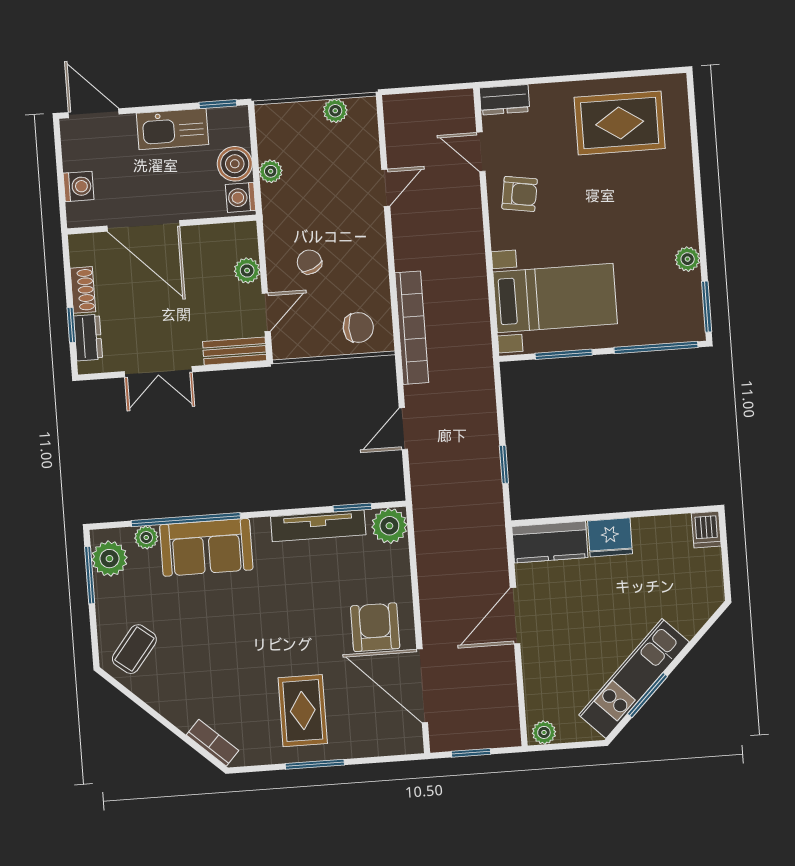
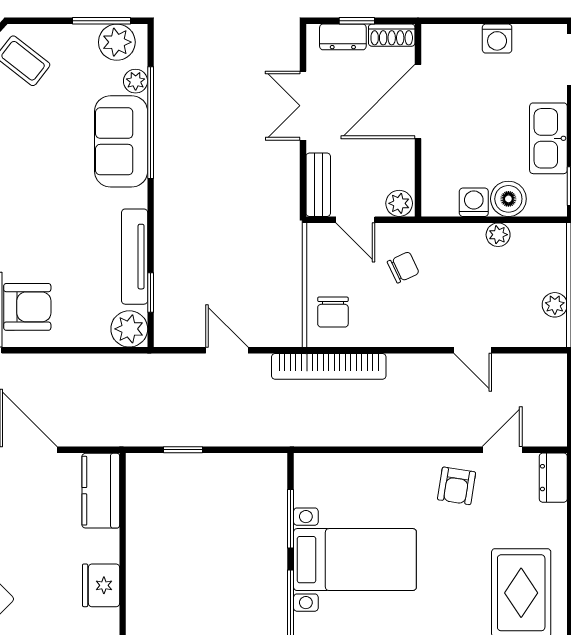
wall: (162, 225) -> (418, 120), moved
door: (143, 226) -> (418, 102), moved
bed with nightstands: (555, 298) -> (355, 560), moved, turned -90
fridge: (610, 537) -> (101, 585), moved

